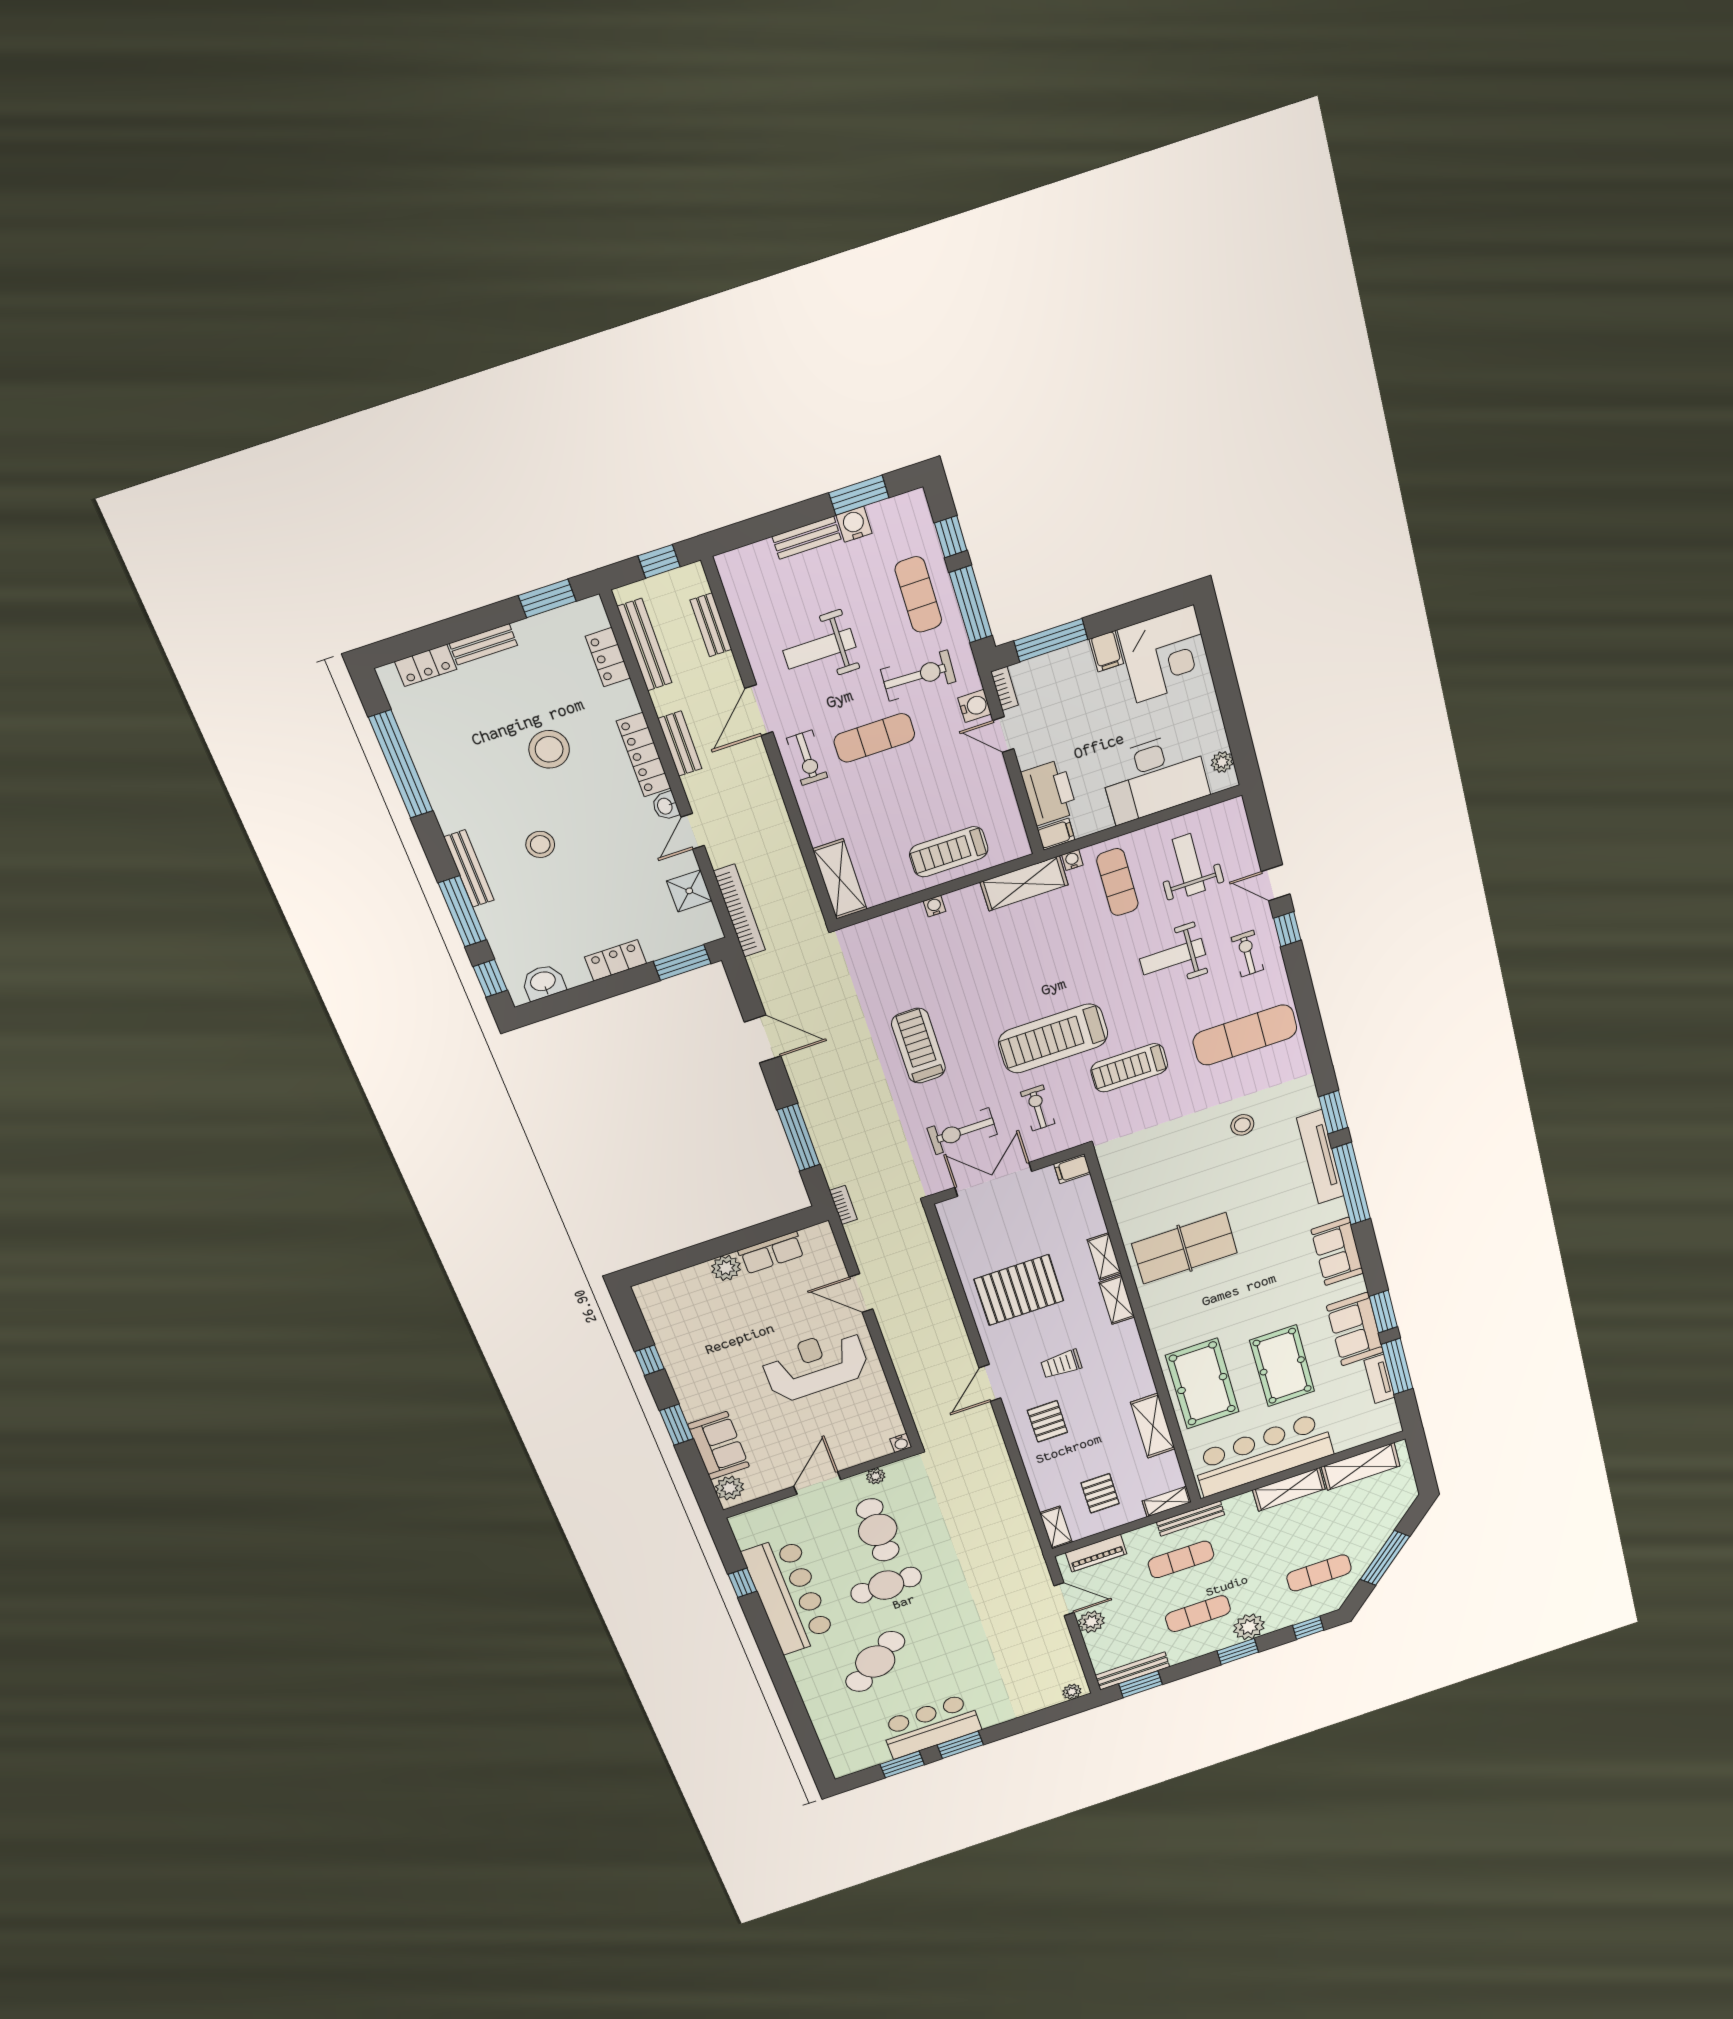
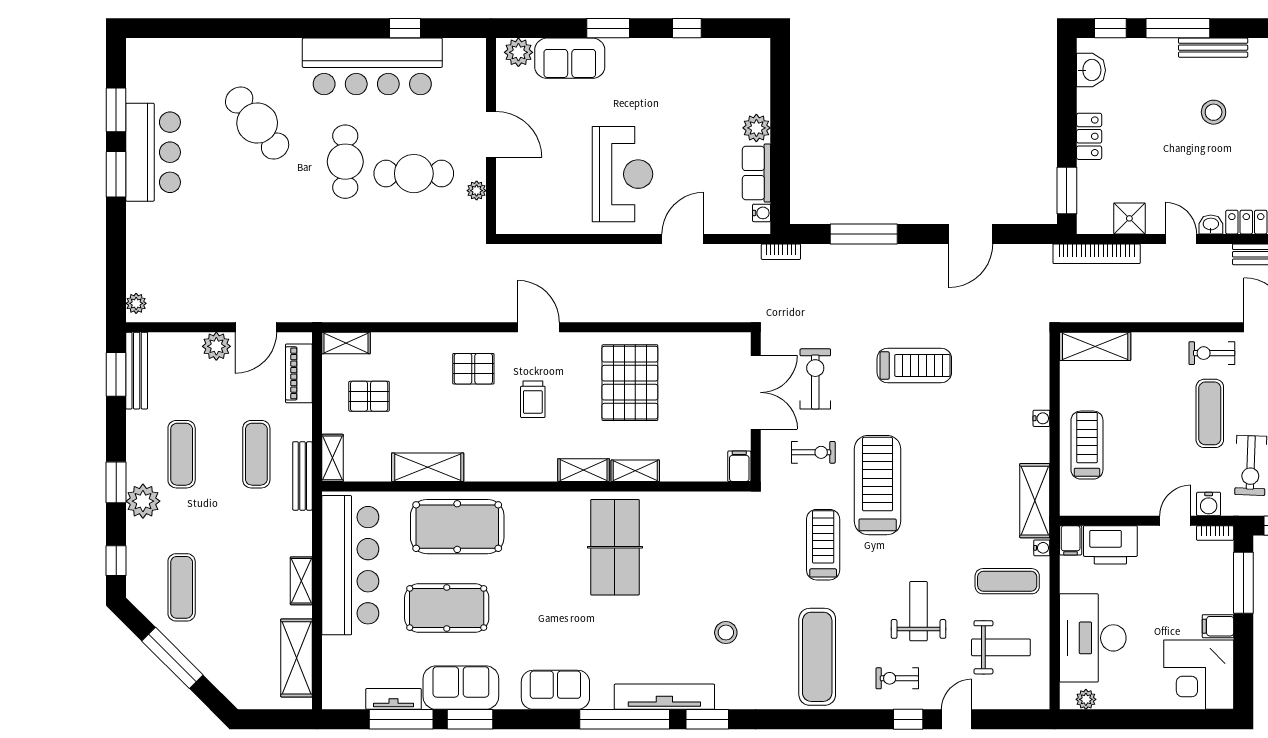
exercise bike: (1248, 954) -> (897, 678), turned 180
trolley: (1061, 1364) -> (533, 399), turned 180
water cooler: (901, 1443) -> (762, 213), moved, turned 180
shelving: (1289, 1489) -> (301, 581), width x0.67, depth x0.75

